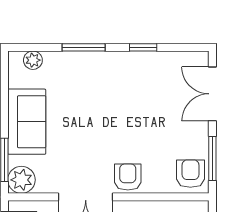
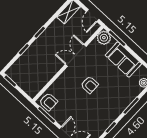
armchair: (128, 177) -> (90, 85), moved

